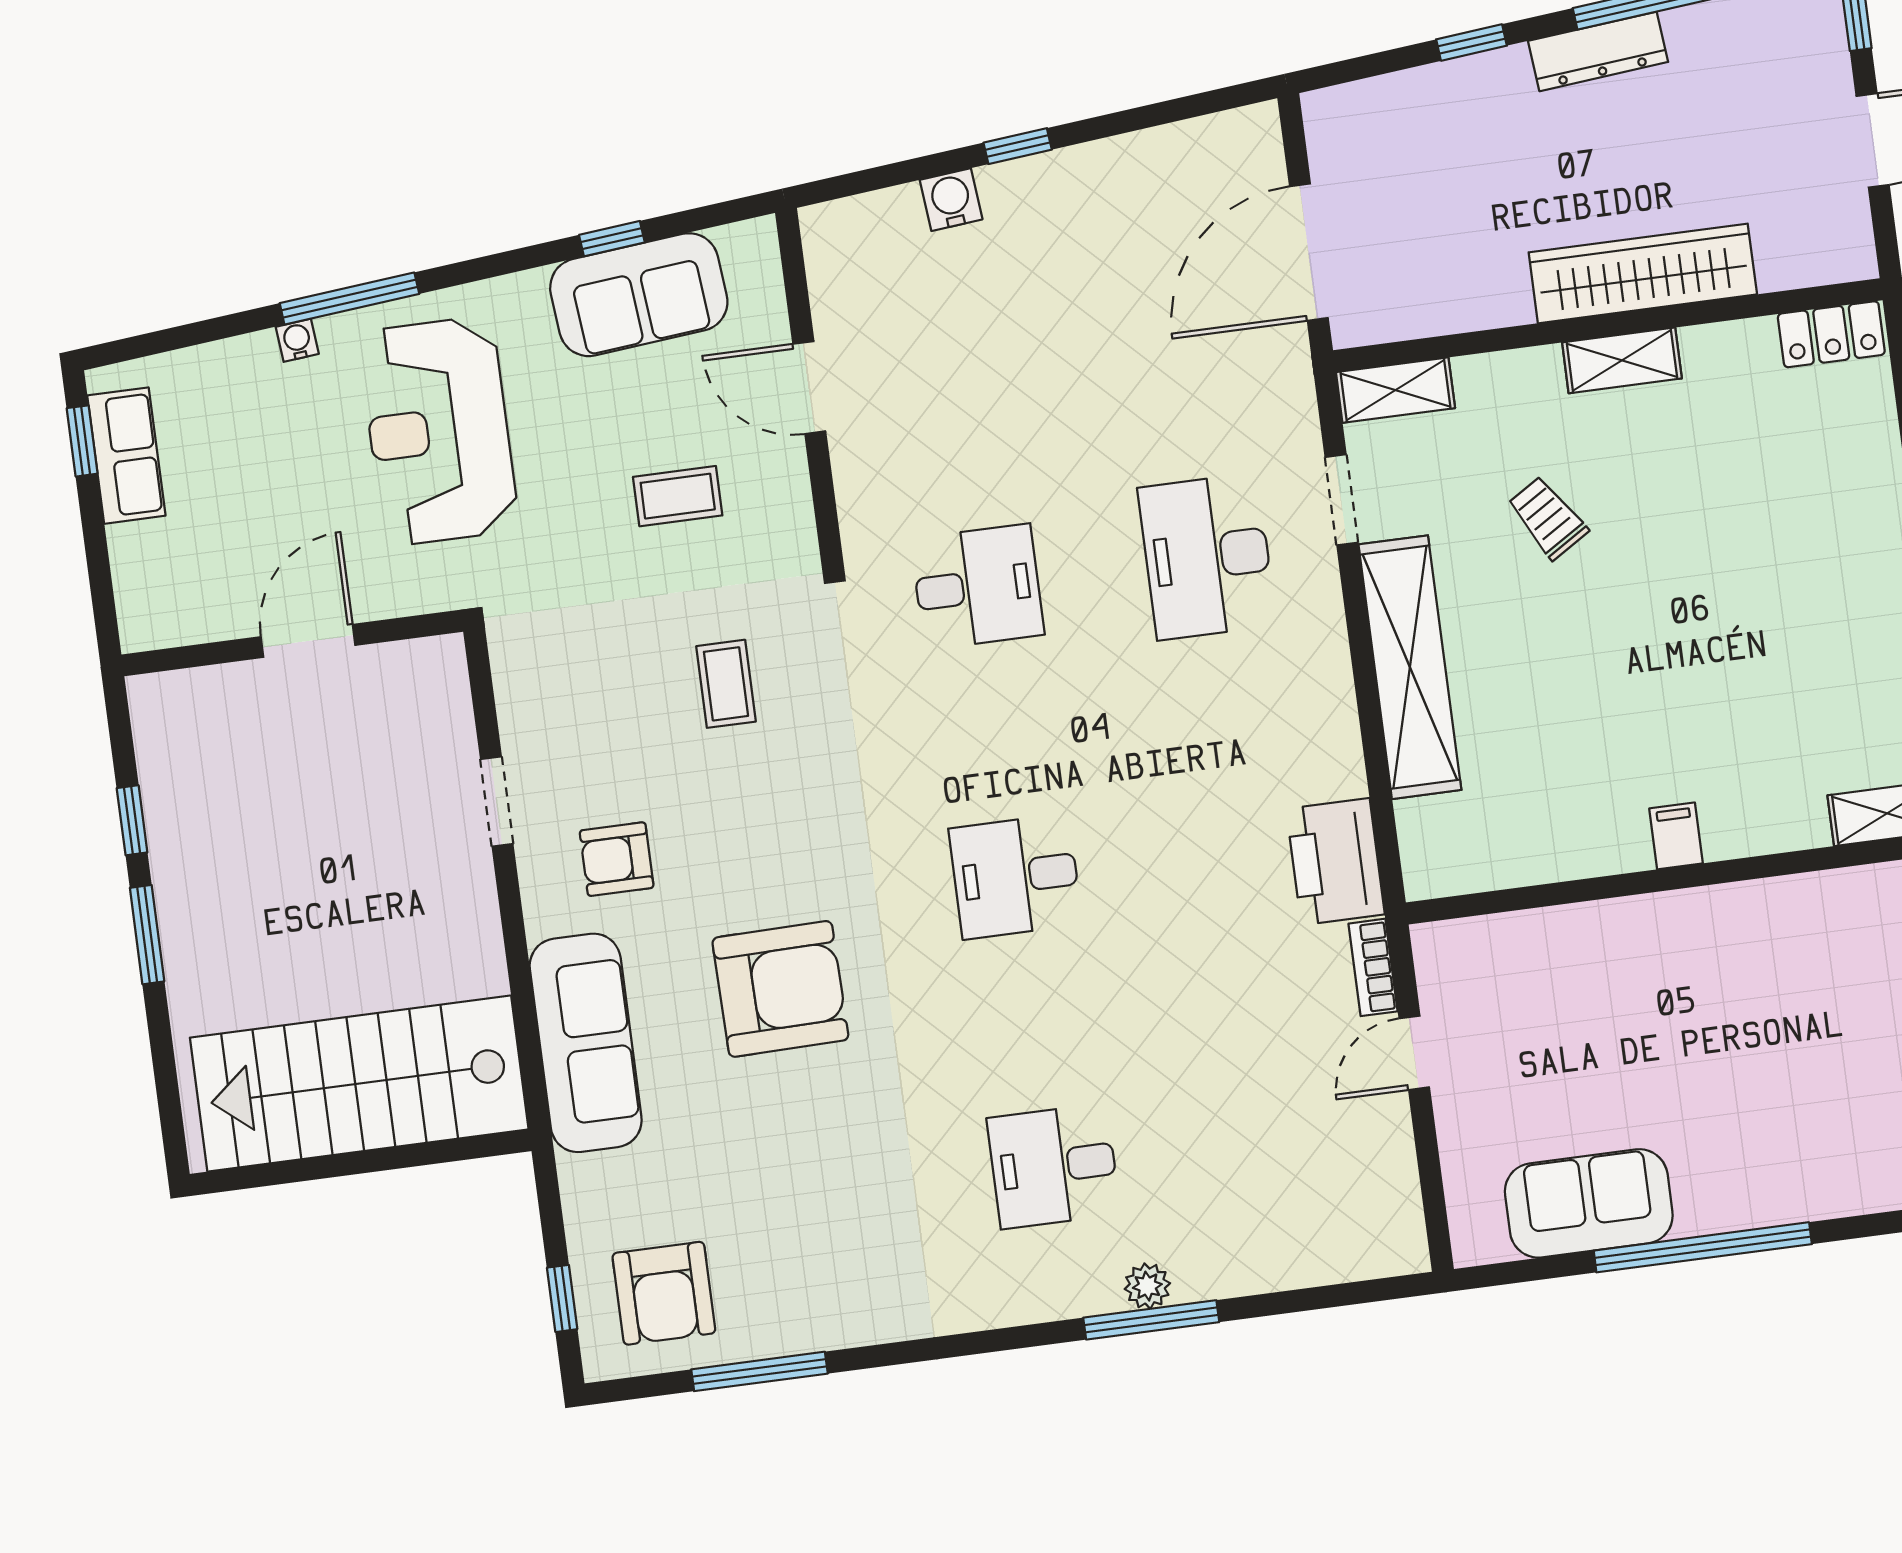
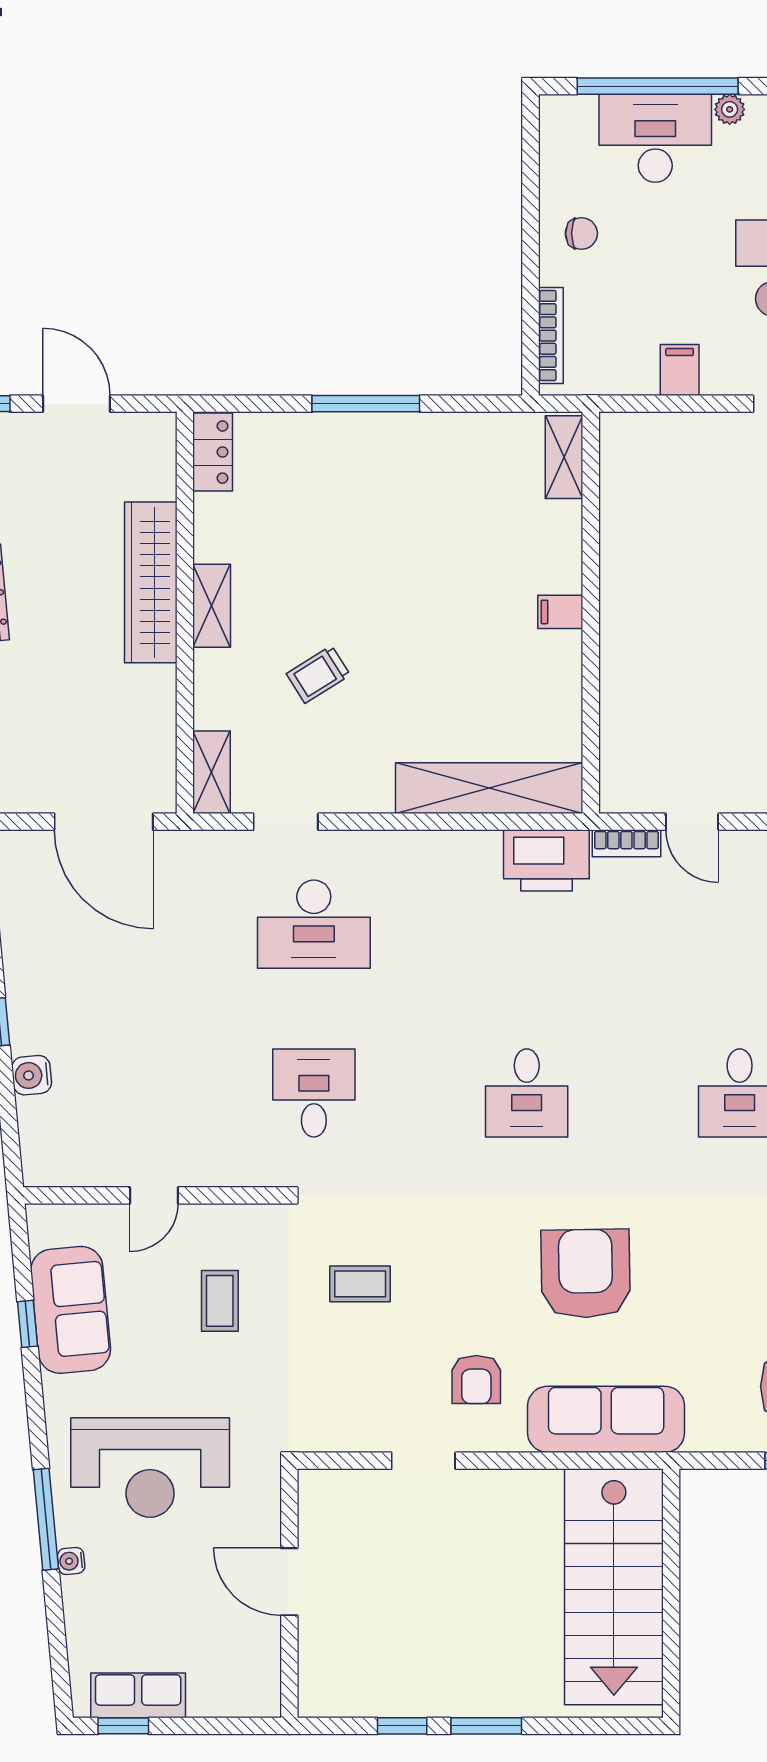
door: (809, 388) -> (154, 1195), width x0.73
shelving: (1410, 667) -> (489, 788), moved

